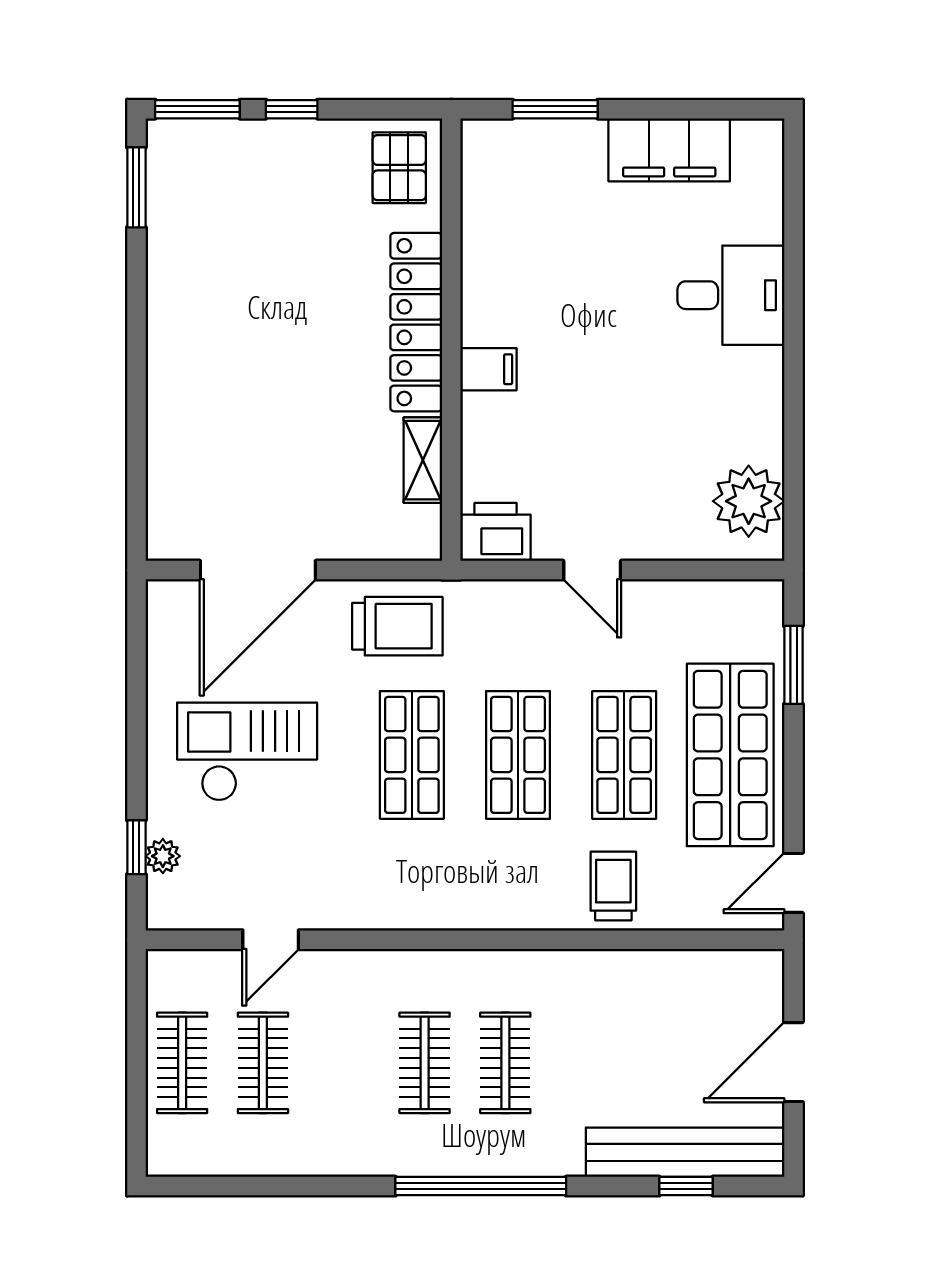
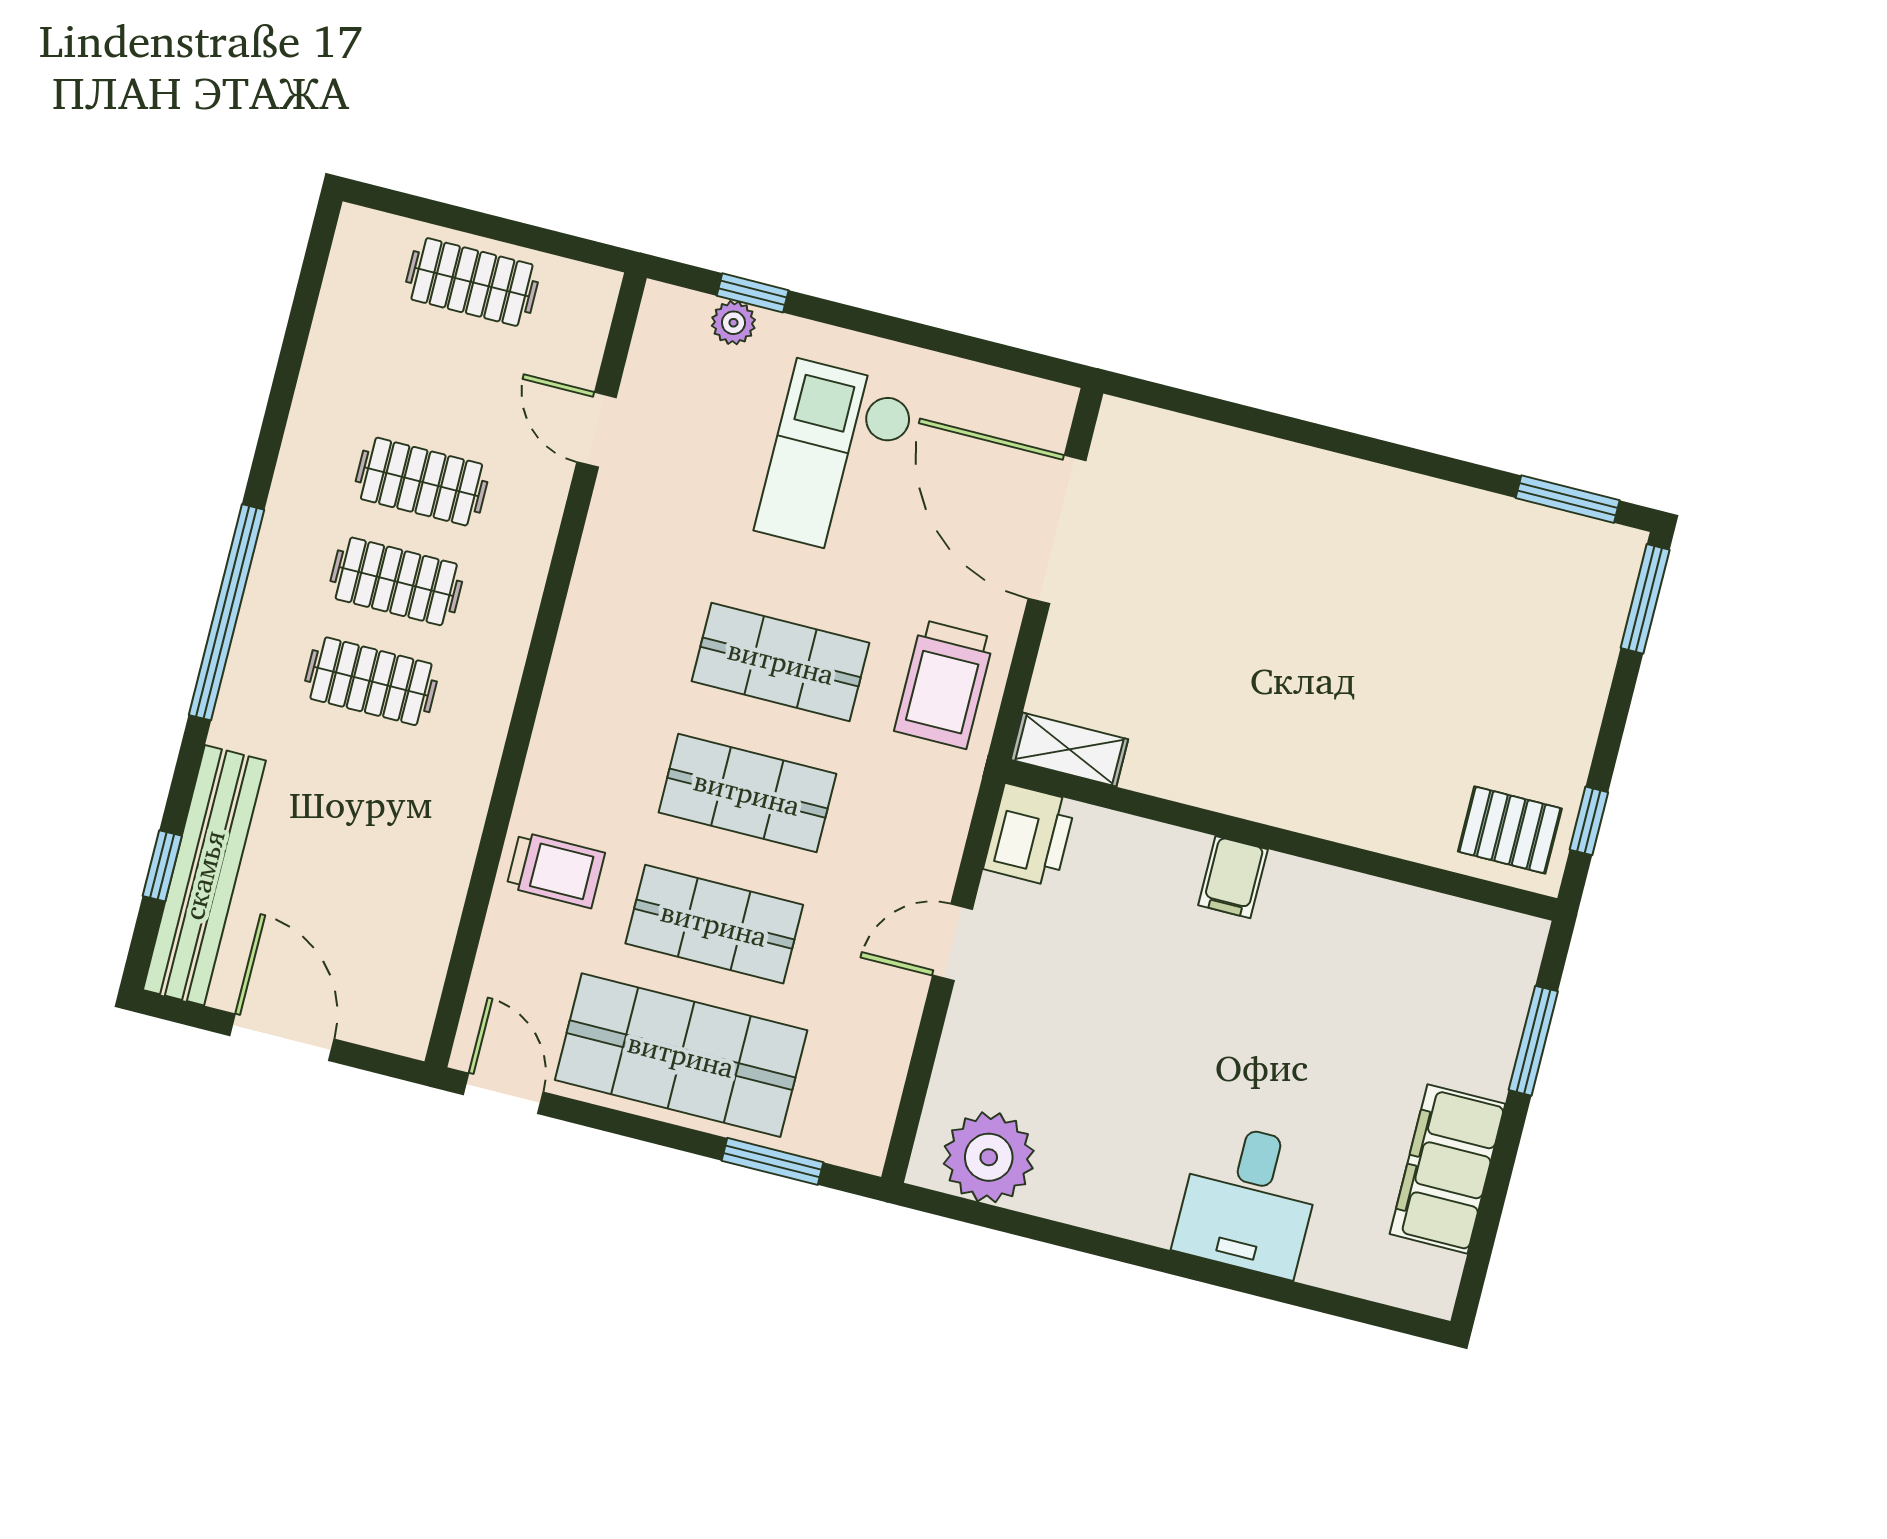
window: (292, 109) -> (1589, 821), moved
locker: (416, 322) -> (1314, 803), removed
shelving: (423, 460) -> (1069, 750), moved
checkout: (247, 752) -> (836, 459), turned 180
clothes rail: (263, 1063) -> (421, 482), moved

